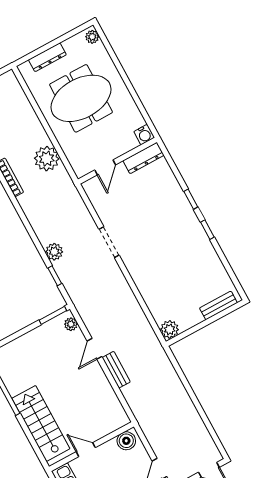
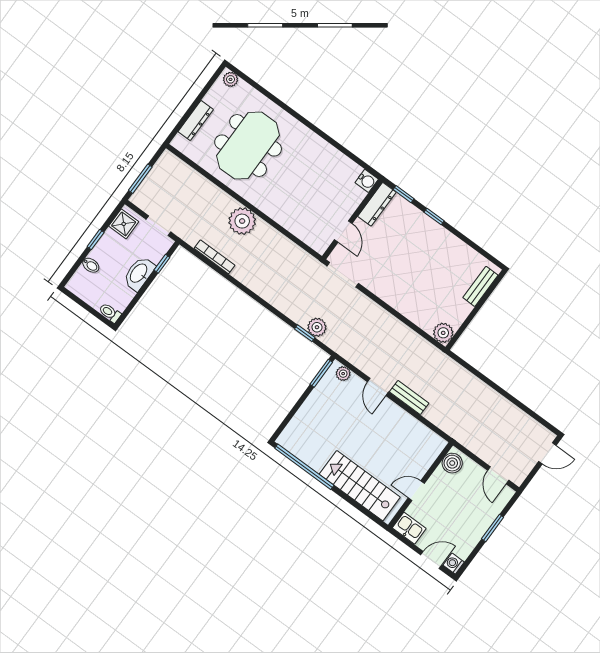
water cooler: (144, 135) -> (367, 181), moved
dresser: (144, 158) -> (377, 204), moved
wall: (117, 161) -> (352, 219), moved
door: (105, 167) -> (343, 231), moved
plant: (54, 252) -> (317, 327), moved

